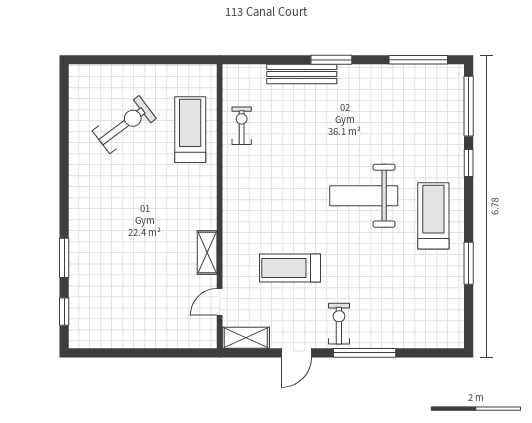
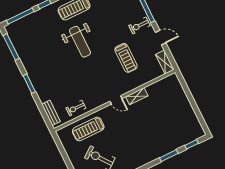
bench: (302, 74) -> (51, 113), moved, width x0.73
door: (220, 302) -> (116, 100), moved

